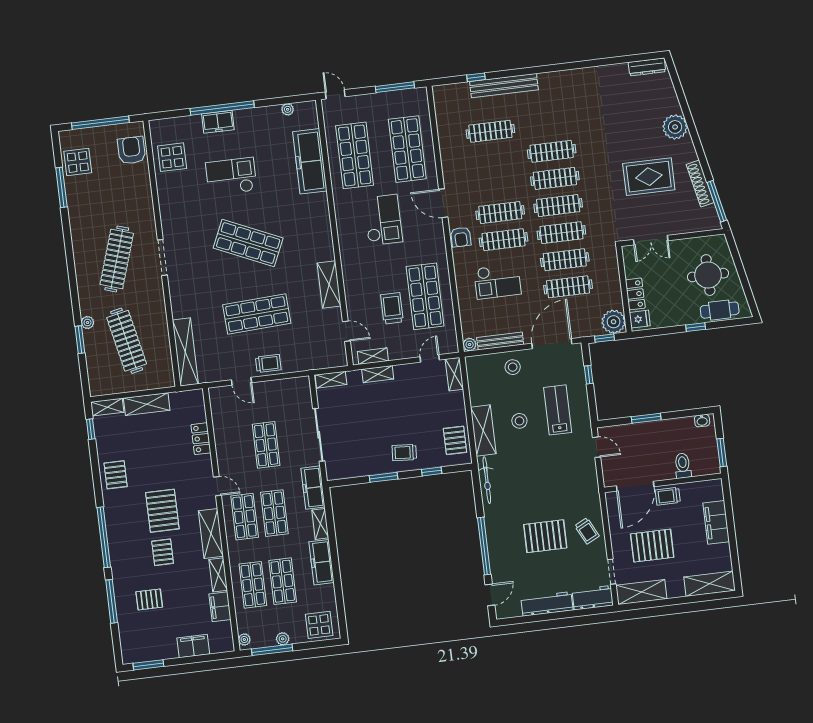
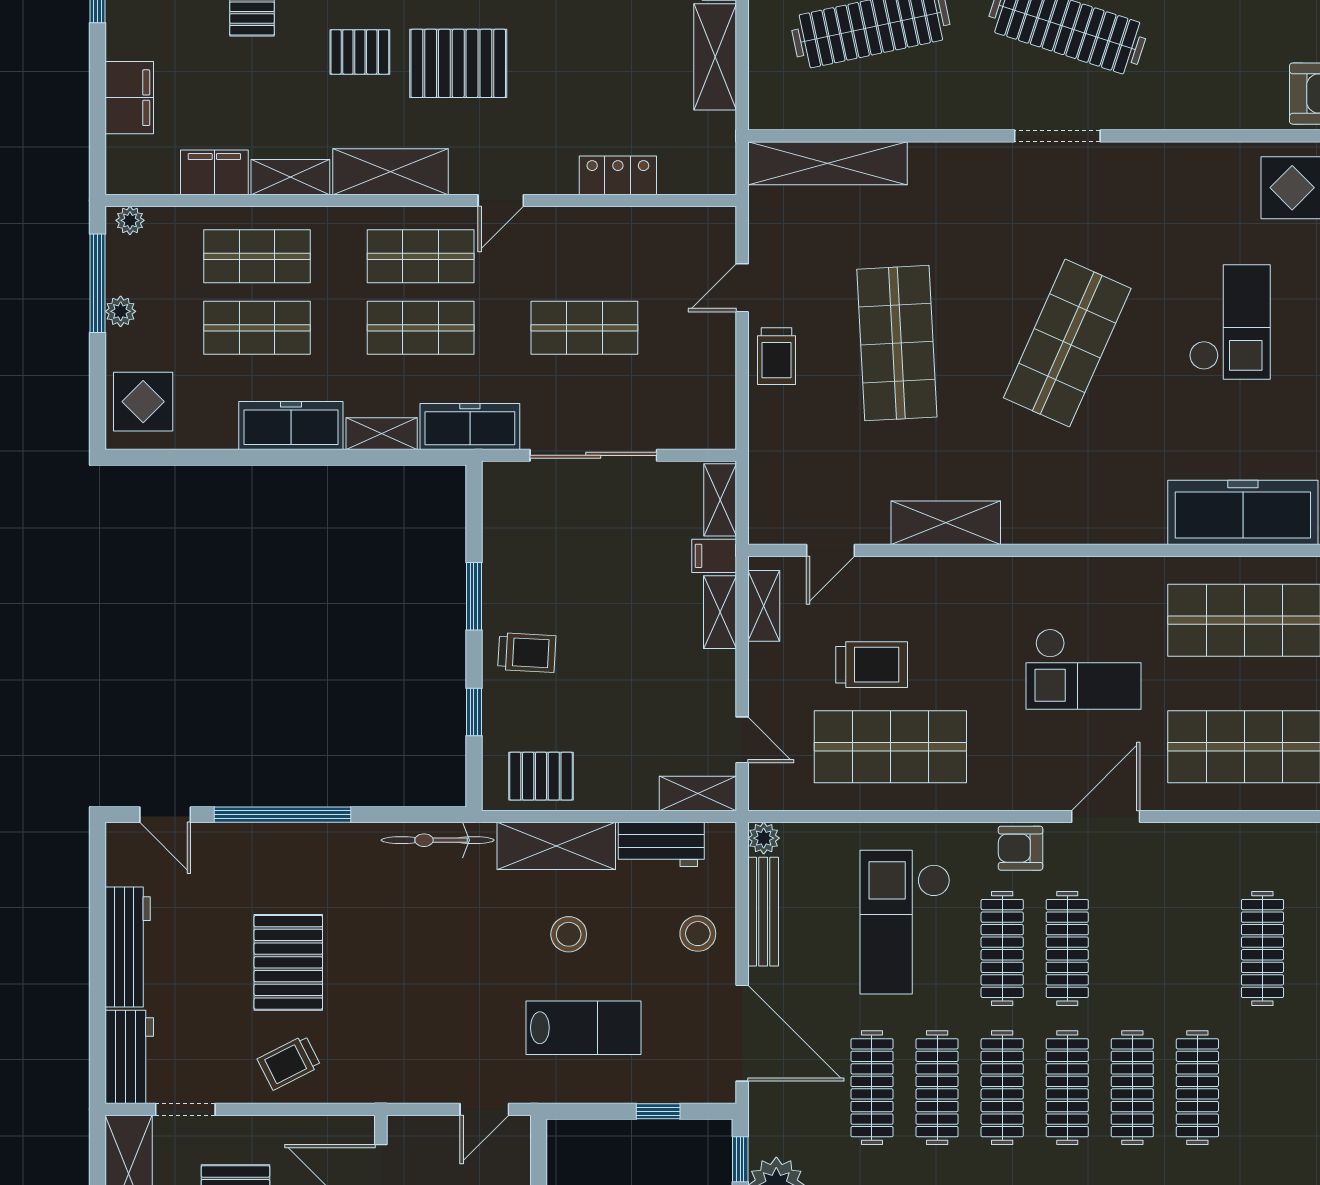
checkout: (497, 281) -> (905, 922), width x1.36, depth x1.21
filing cabinet: (355, 379) -> (714, 556), added
workbench: (477, 387) -> (661, 844), added
trolley: (404, 452) -> (527, 653), turned 89

